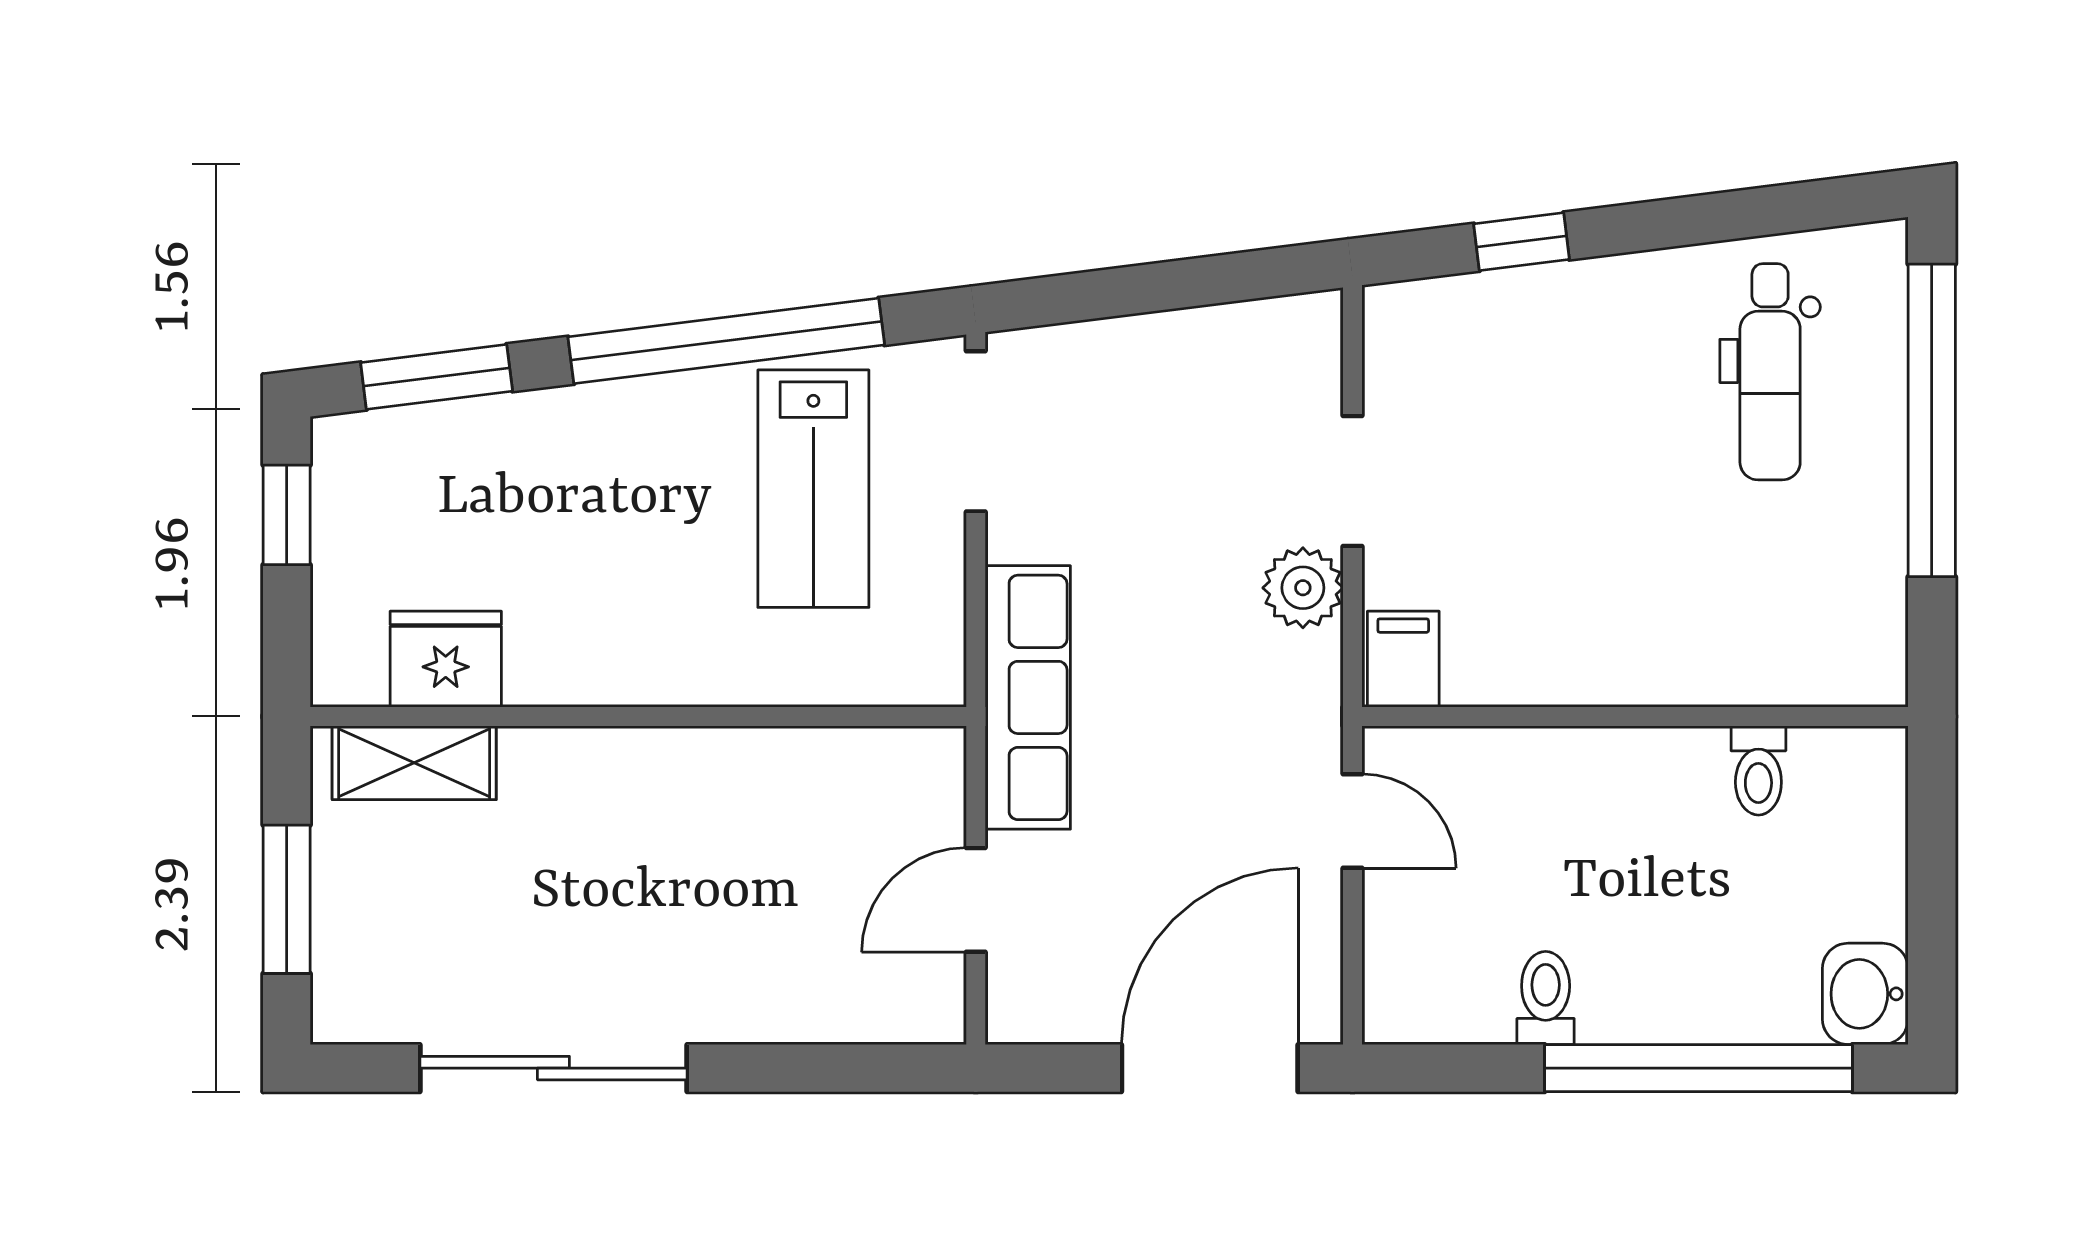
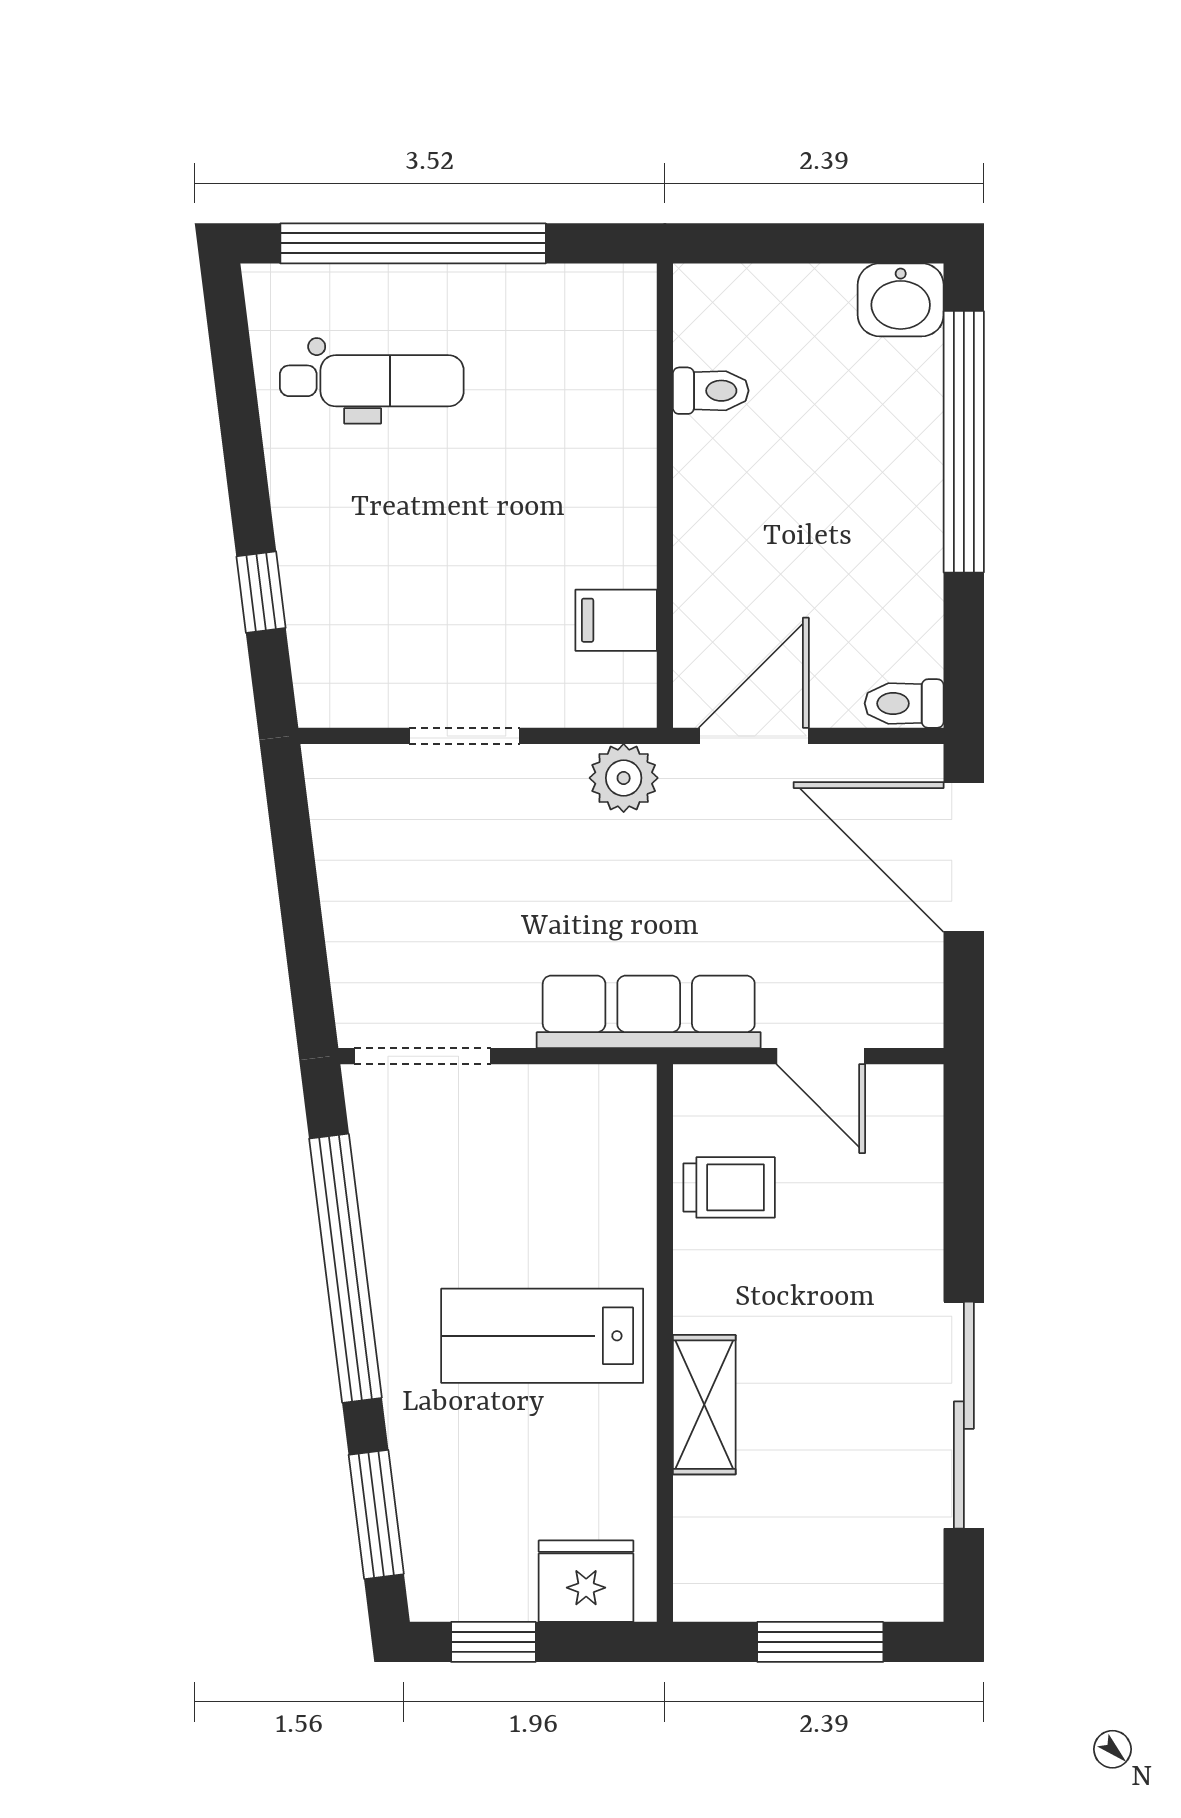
lab bench: (813, 489) -> (542, 1336), moved, turned 180
plant: (1303, 588) -> (624, 778), moved
fridge: (446, 659) -> (586, 1581), moved, turned 90
filing cabinet: (1403, 659) -> (616, 620), moved
shelving: (414, 763) -> (704, 1405), moved
trolley: (821, 792) -> (729, 1187), added
door: (1353, 821) -> (754, 736), width x1.38
toilet: (1546, 998) -> (904, 703), moved

